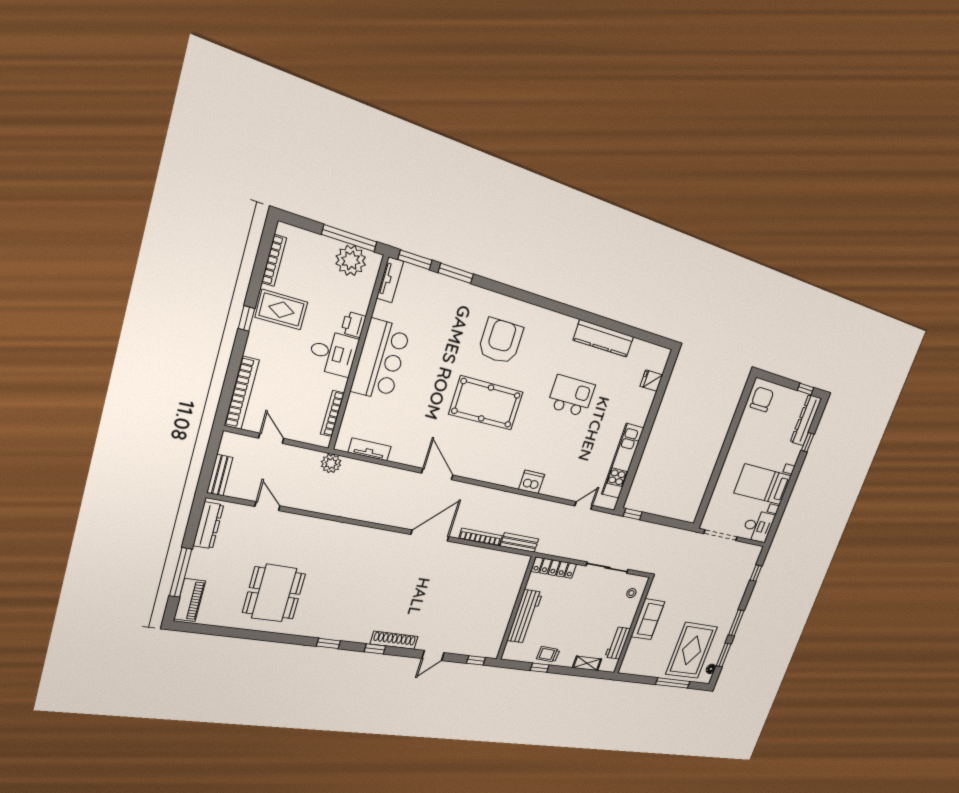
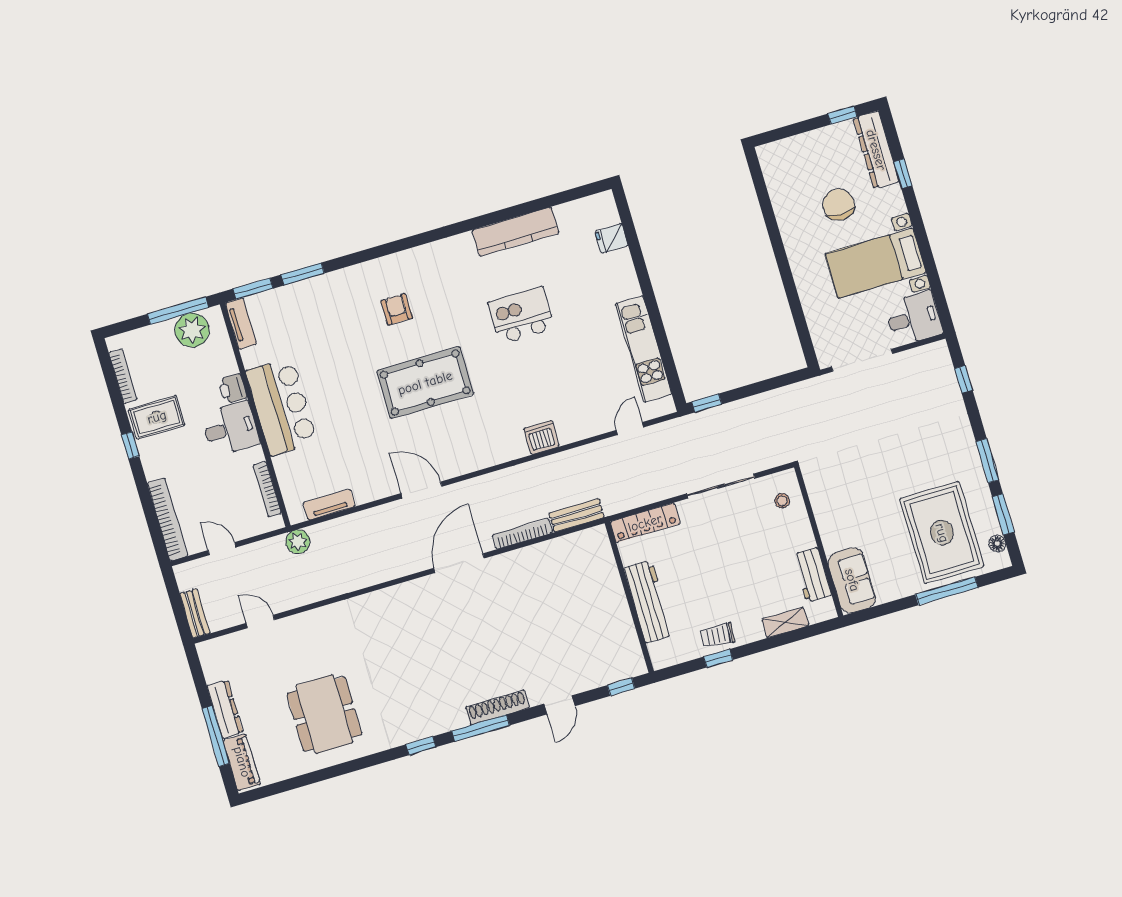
armchair: (501, 341) -> (397, 309), width x0.53, depth x0.53
chair: (762, 399) -> (839, 205), moved
dresser: (208, 525) -> (225, 709), moved
sofa: (648, 619) -> (852, 580), moved
window: (375, 649) -> (481, 728), width x2.17

